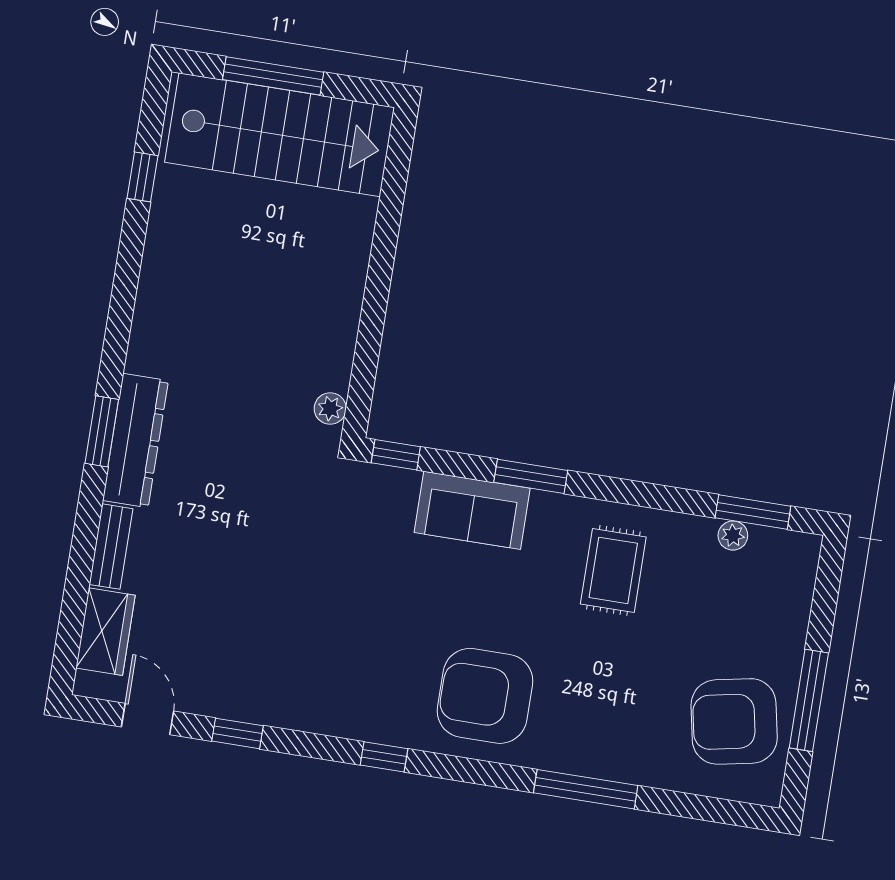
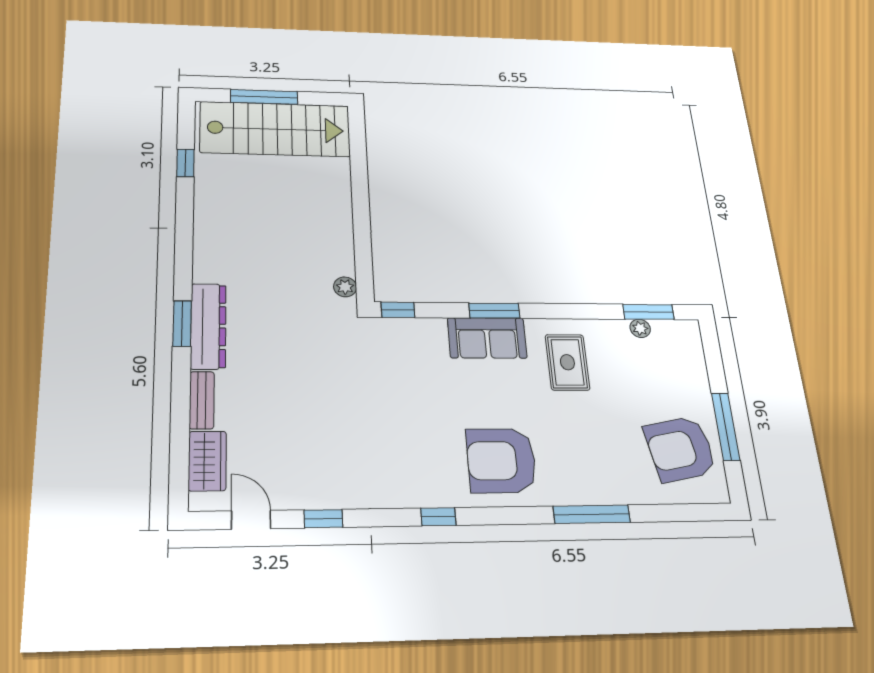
sofa: (472, 510) -> (487, 338), moved

